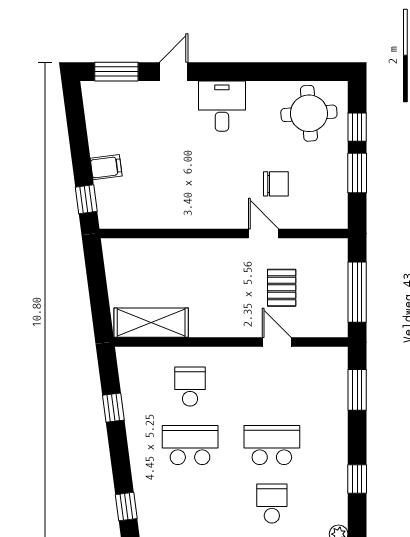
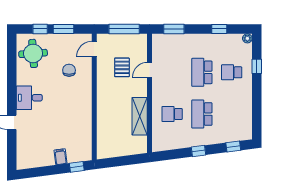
window: (116, 72) -> (12, 151), removed
door: (263, 233) -> (94, 49), moved
pallet: (282, 288) -> (122, 67), turned 90
shelving: (151, 323) -> (140, 116), moved
window: (113, 408) -> (198, 151), moved

